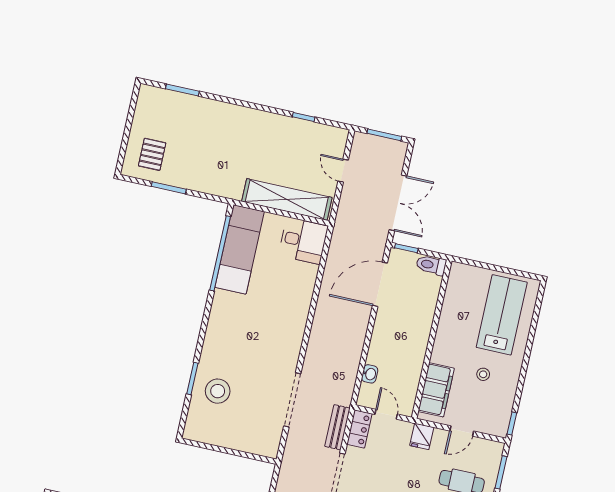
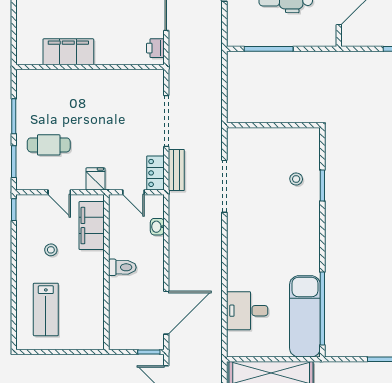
desk: (303, 241) -> (247, 311), moved
toilet: (431, 265) -> (122, 267), moved
lab bench: (502, 315) -> (46, 309), width x0.73, depth x0.72
stool: (218, 391) -> (296, 179), width x0.53, depth x0.53
door: (462, 431) -> (59, 192), swing flipped

